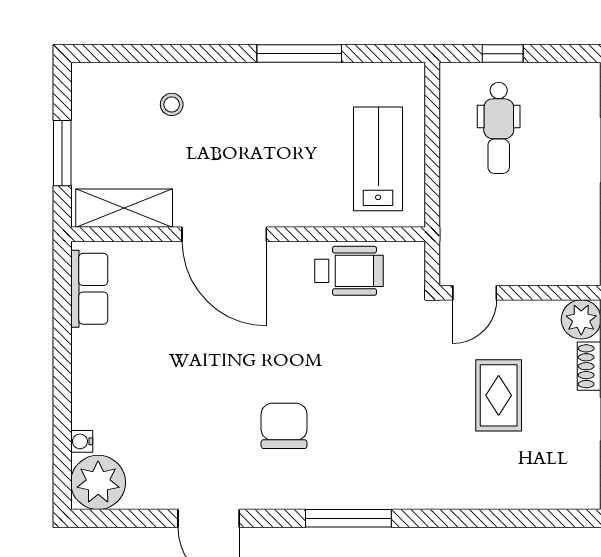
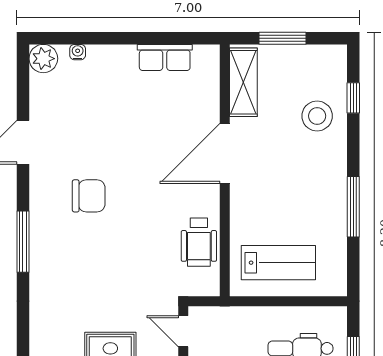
window: (146, 54) -> (353, 98), added
stool: (172, 104) -> (317, 116), width x1.89, depth x1.89
row of seats: (89, 289) -> (165, 57), moved
plant: (98, 482) -> (43, 59), width x0.73, depth x0.73

